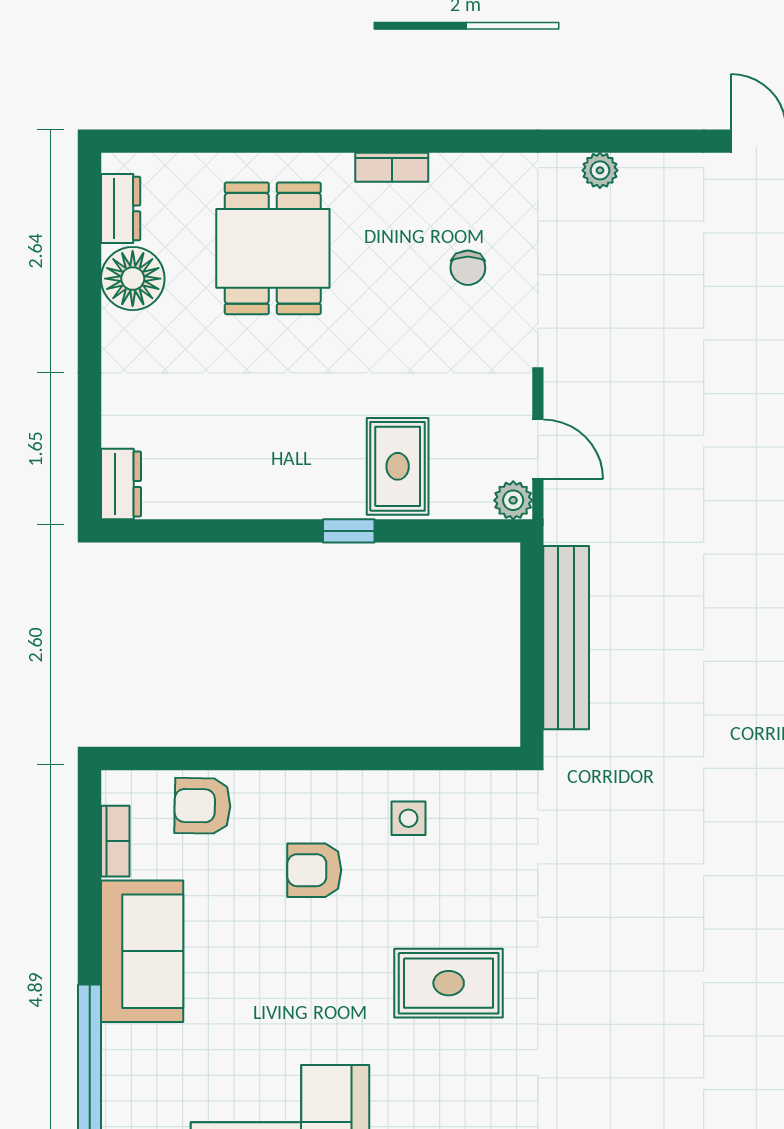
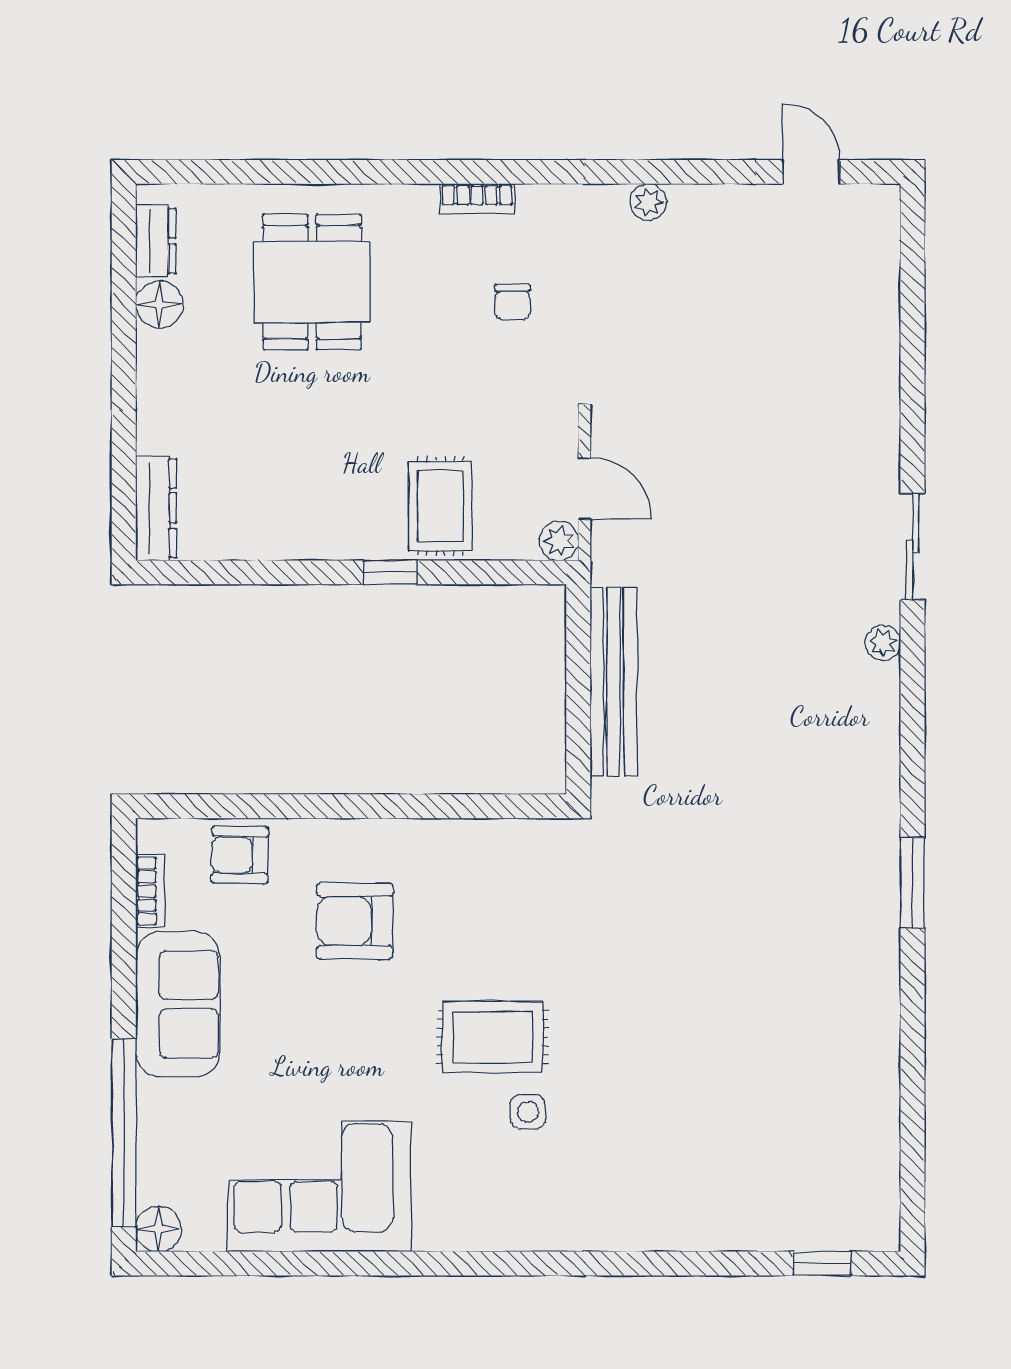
bookcase: (392, 167) -> (477, 199), moved
floor lamp: (133, 279) -> (159, 304), width x0.73, depth x0.73
dresser: (121, 484) -> (156, 508), width x1.44
side table: (408, 818) -> (528, 1112), moved
armchair: (314, 870) -> (355, 921), width x1.38, depth x1.38

